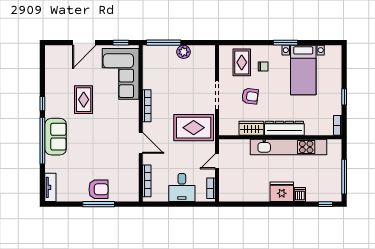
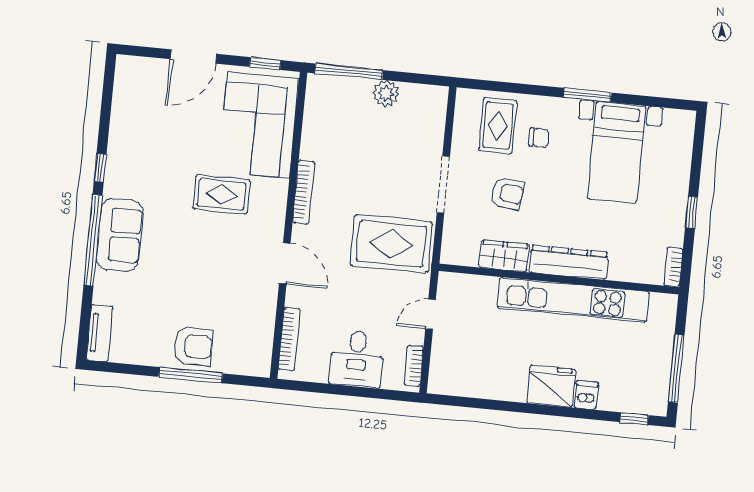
rug: (84, 100) -> (222, 194), moved, turned 90

